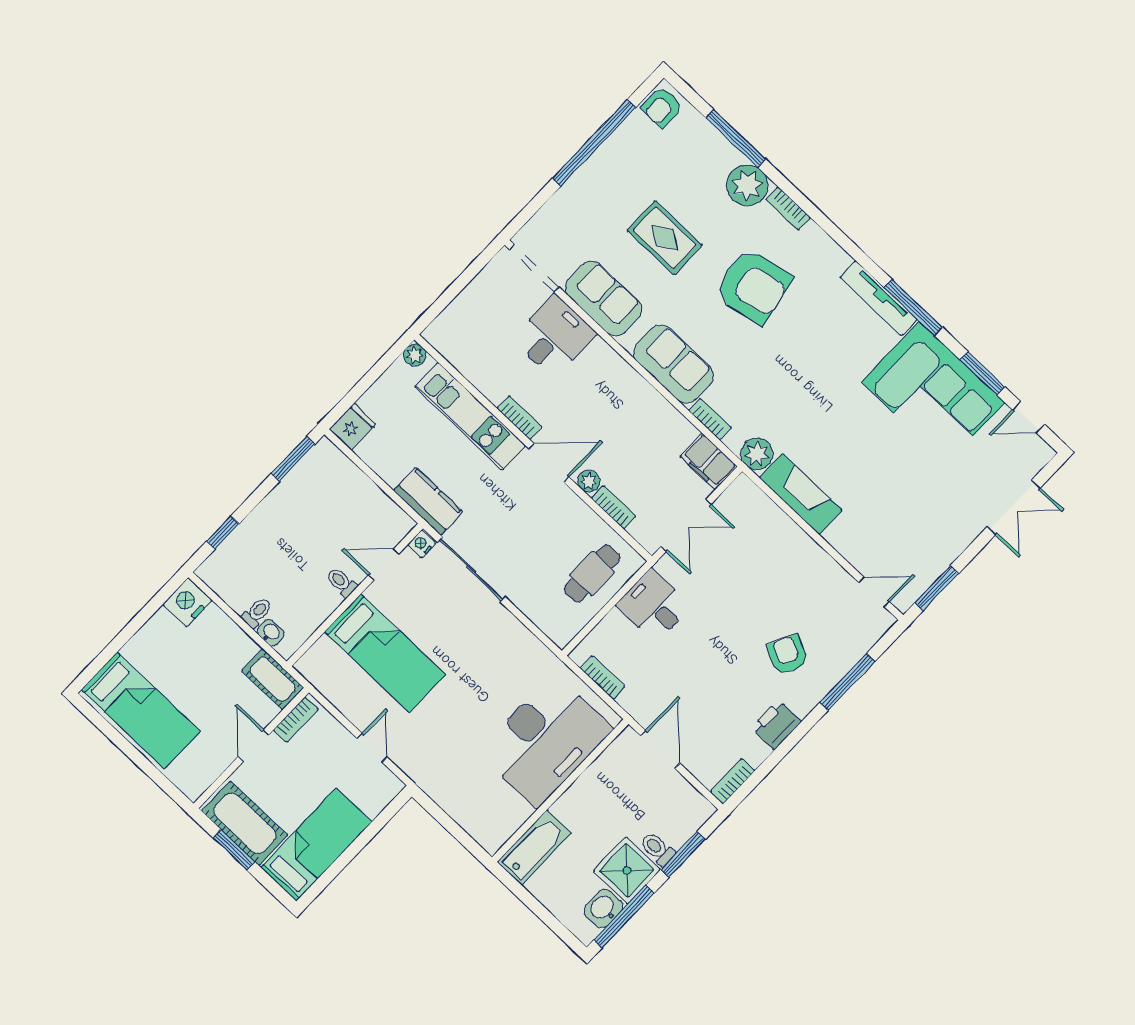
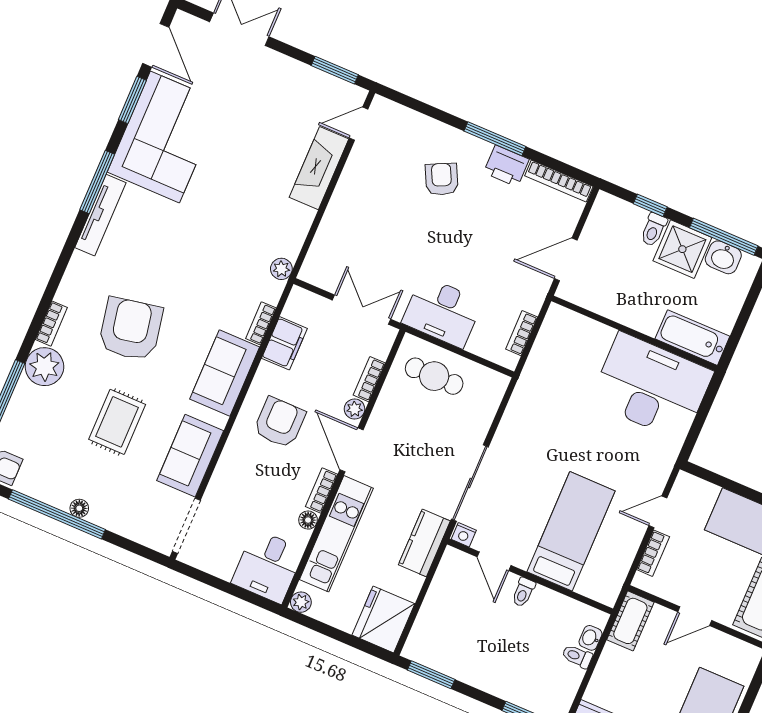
floor lamp: (592, 167) -> (79, 508), added
desk: (554, 337) -> (268, 566), moved, turned -90
floor lamp: (495, 393) -> (308, 520), added
armchair: (603, 401) -> (280, 422), added
door: (1029, 417) -> (156, 45), width x1.38
fridge: (353, 427) -> (383, 619), width x1.88, depth x1.34
plant: (757, 454) -> (281, 269), width x0.73, depth x0.73
filing cabinet: (709, 462) -> (284, 343), moved
fireplace: (801, 494) -> (319, 168), moved
door: (874, 592) -> (359, 124), hinge flipped
desk: (654, 606) -> (442, 312), width x1.37
armchair: (787, 655) -> (442, 179), turned 128
window: (848, 682) -> (495, 139), moved
bookcase: (296, 719) -> (653, 553), moved, turned 90
desk: (545, 741) -> (651, 387), moved
bookcase: (733, 781) -> (559, 181), width x1.56
window: (683, 855) -> (650, 205), width x0.67

